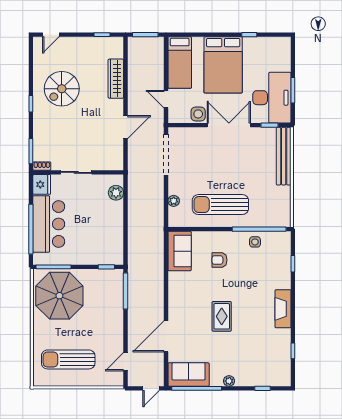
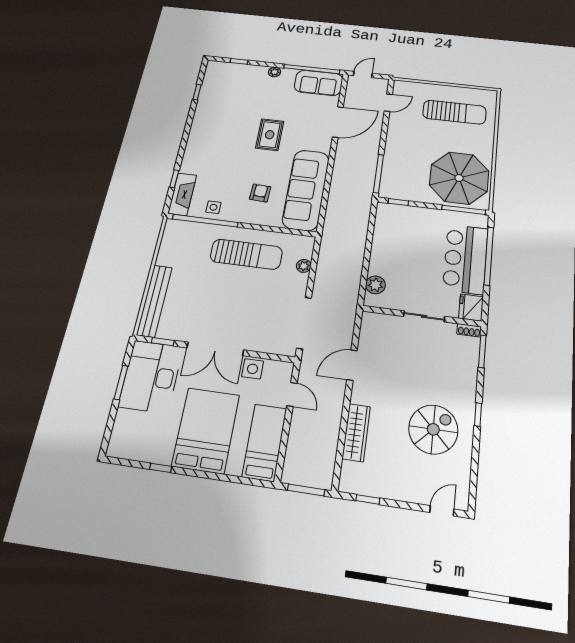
sofa: (180, 251) -> (306, 190), width x1.85, depth x1.27
armchair: (220, 260) -> (260, 193), turned -87
fireplace: (283, 309) -> (182, 194), moved

